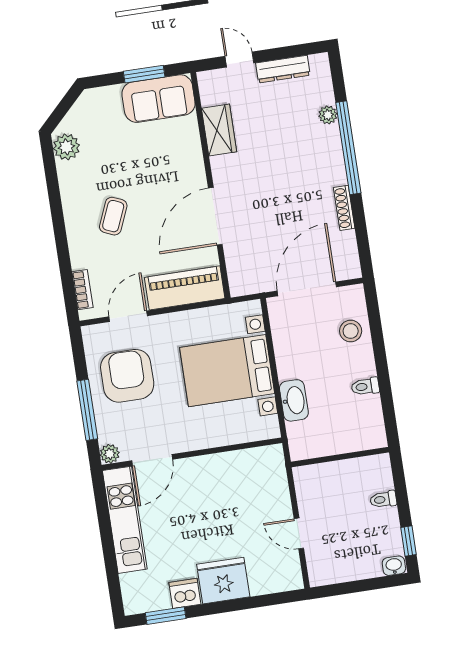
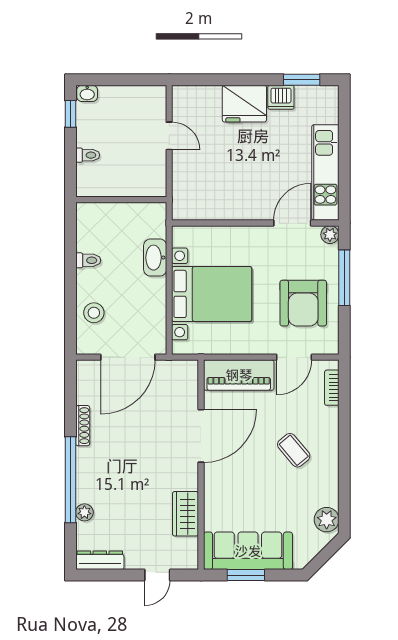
door: (239, 60) -> (157, 575), hinge flipped
dresser: (283, 69) -> (100, 560), moved
sofa: (158, 99) -> (248, 551), width x1.36
coffee table: (113, 216) -> (294, 450), turned -63

